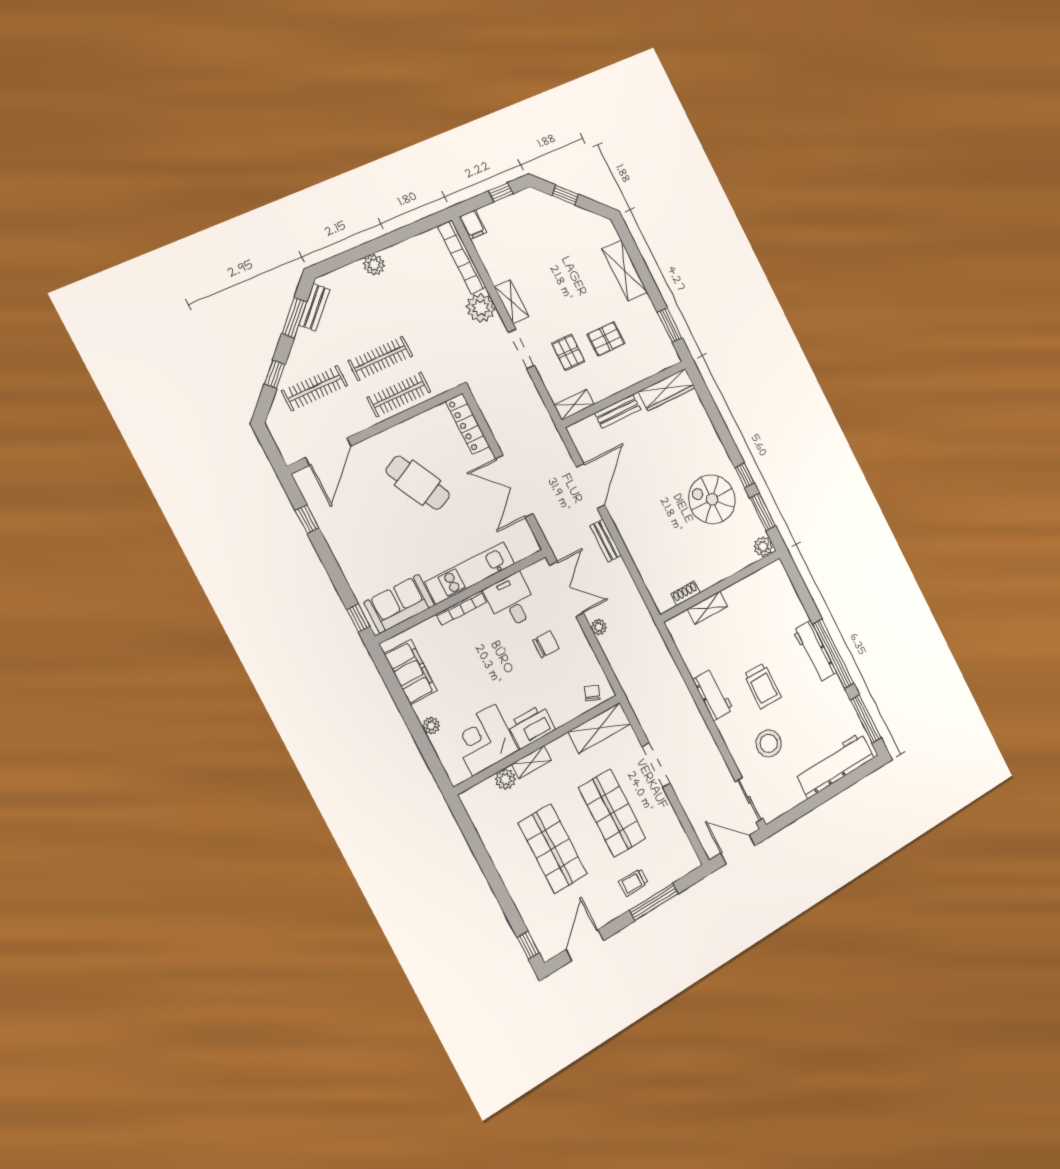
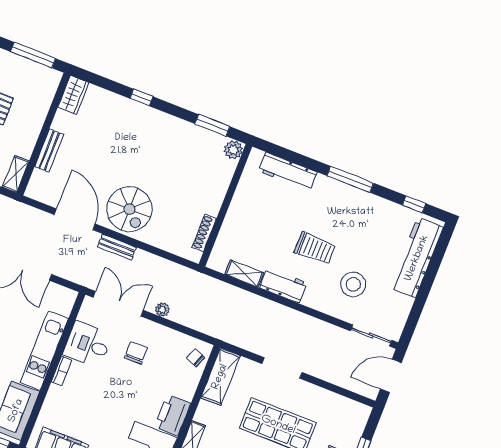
window: (670, 325) -> (33, 55), width x1.44
wardrobe: (667, 390) -> (73, 95), width x0.67
window: (745, 475) -> (141, 97), moved
spiral stairs: (712, 499) -> (129, 209), moved, turned -90
shoe rack: (686, 593) -> (204, 233), width x1.43
bookcase: (461, 608) -> (62, 371), width x0.64
shelving: (707, 608) -> (244, 273), moved, turned 90
workbench: (815, 651) -> (288, 172), moved
window: (833, 654) -> (350, 179), width x0.68
window: (866, 719) -> (414, 204), width x0.46

